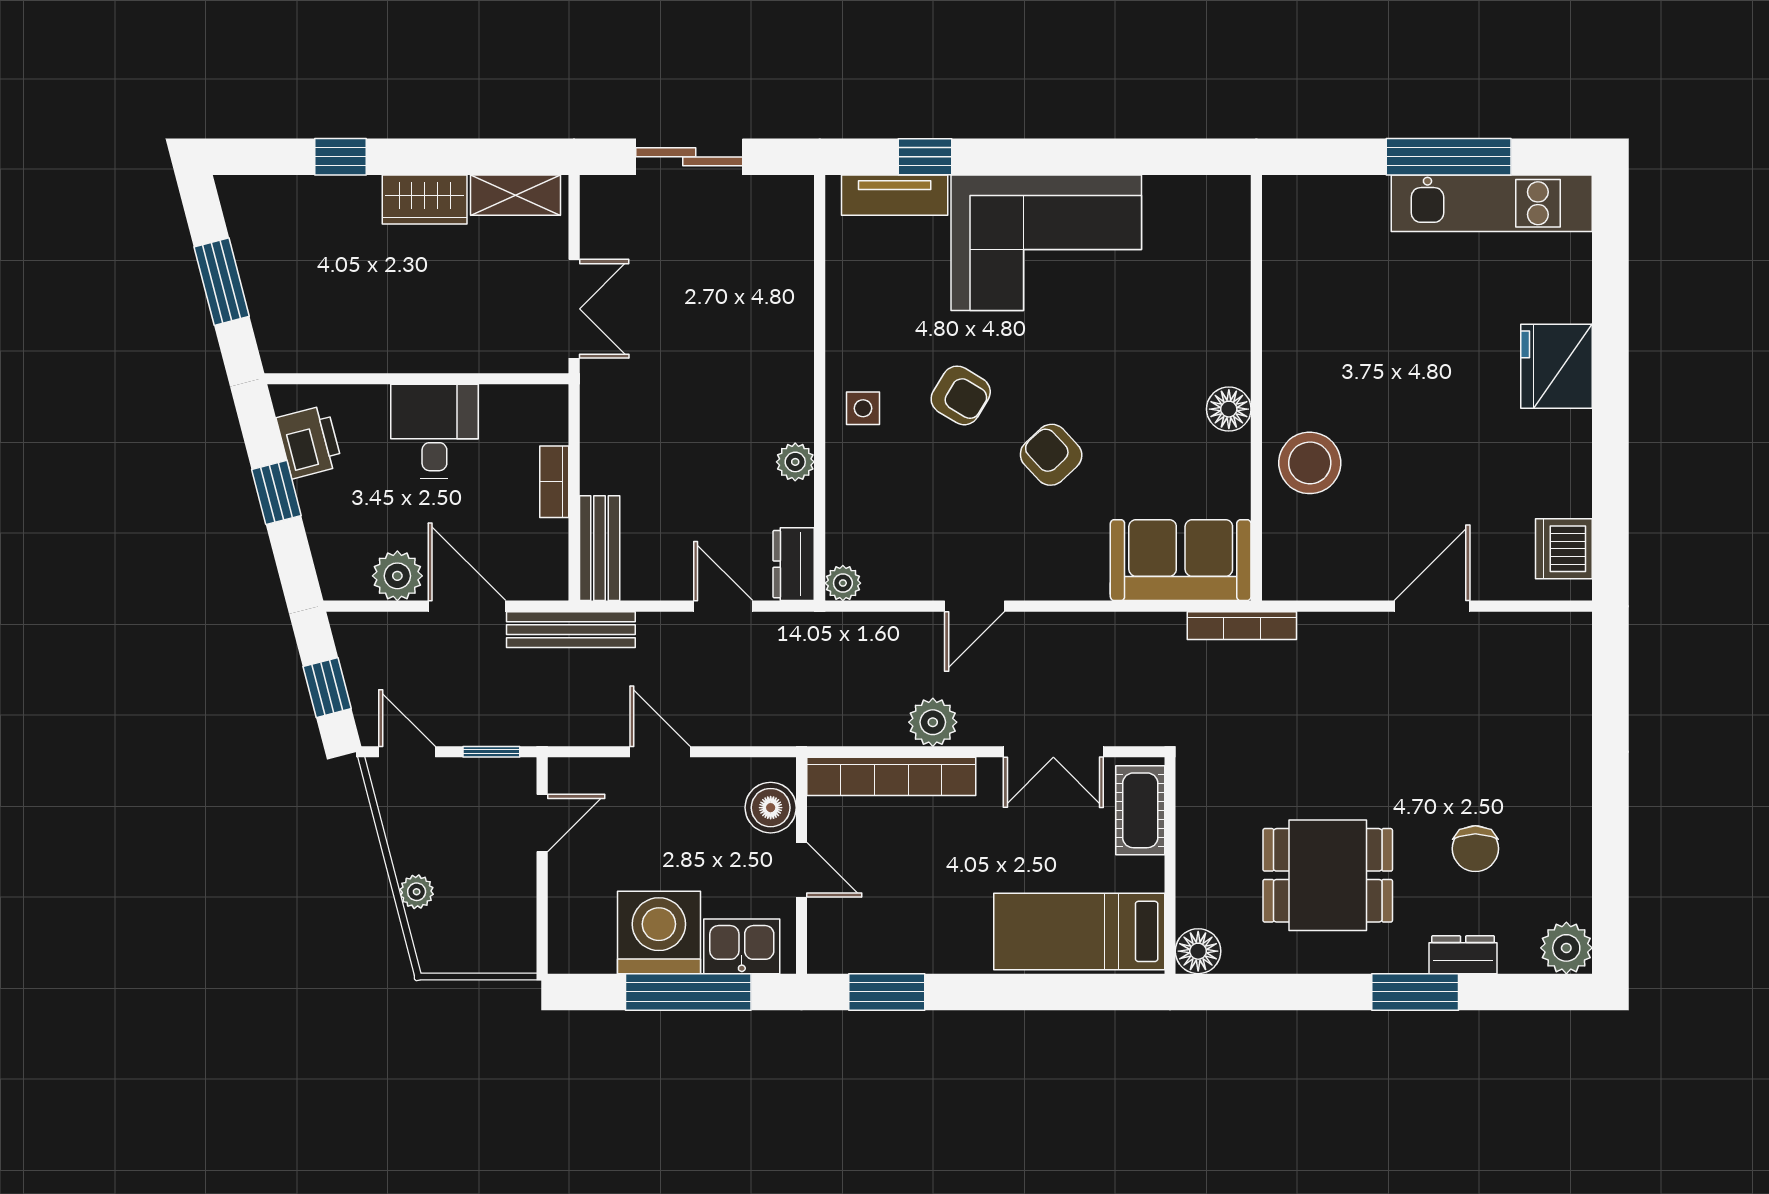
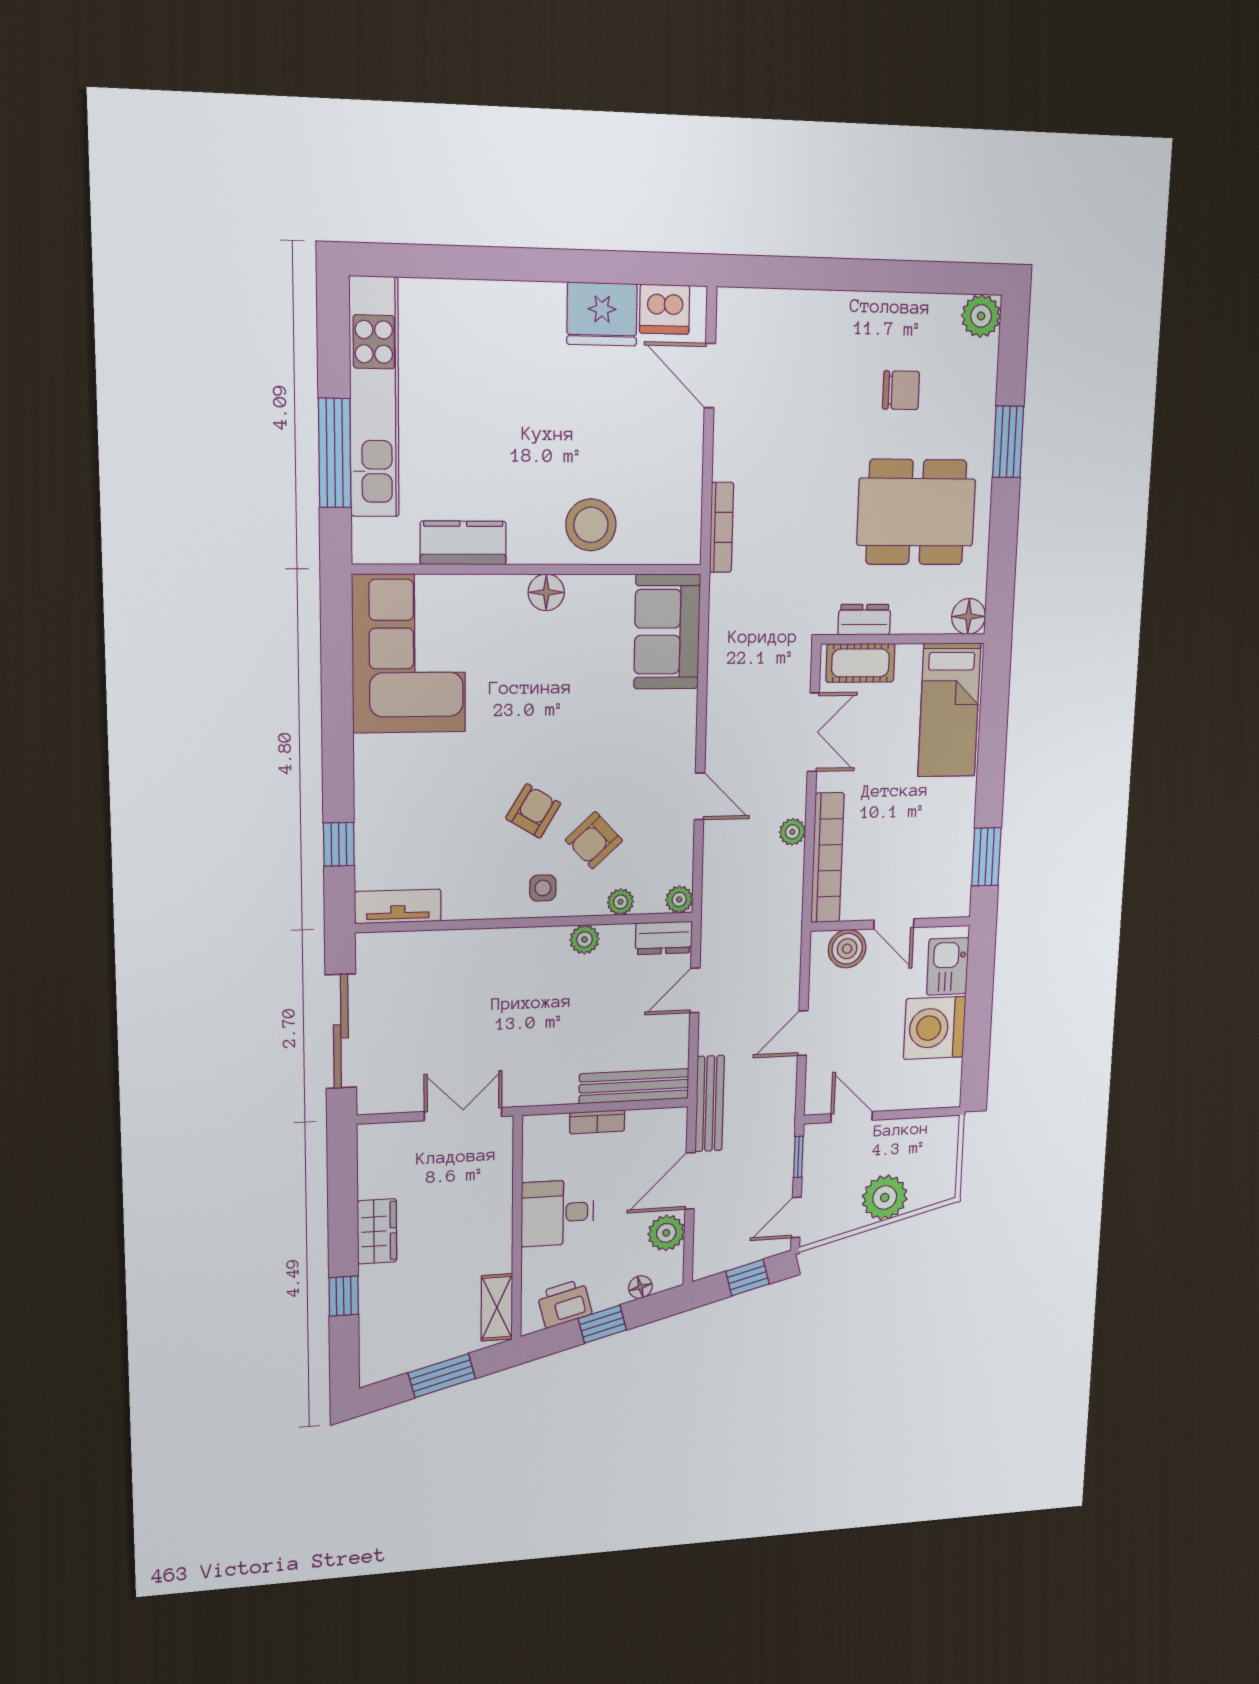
sliding door: (689, 157) -> (341, 1031), width x1.37
window: (1449, 157) -> (335, 453), moved
shelving: (516, 195) -> (497, 1307), moved
tv unit: (895, 195) -> (398, 906), moved, turned -90
kitchen unit: (1492, 203) -> (374, 397), width x1.36
corner sofa: (1046, 243) -> (409, 654), moved
kitchen counter: (1288, 308) -> (463, 543), added
fridge: (1556, 366) -> (602, 314), moved
armchair: (1051, 455) -> (594, 840), moved
plant: (842, 507) -> (621, 902), added
floor lamp: (324, 543) -> (640, 1287), added
bench: (600, 548) -> (634, 1086), width x1.36
door: (1432, 606) -> (710, 376), moved
bookcase: (1242, 626) -> (721, 527), moved
plant: (933, 722) -> (792, 832), width x0.73, depth x0.73
door: (801, 870) -> (894, 924), swing flipped
dining table: (1328, 875) -> (916, 512), width x1.37
plant: (417, 892) -> (885, 1198), width x1.87, depth x1.87
dresser: (1463, 955) -> (864, 620), moved, turned 90
window: (688, 992) -> (979, 1004), removed

